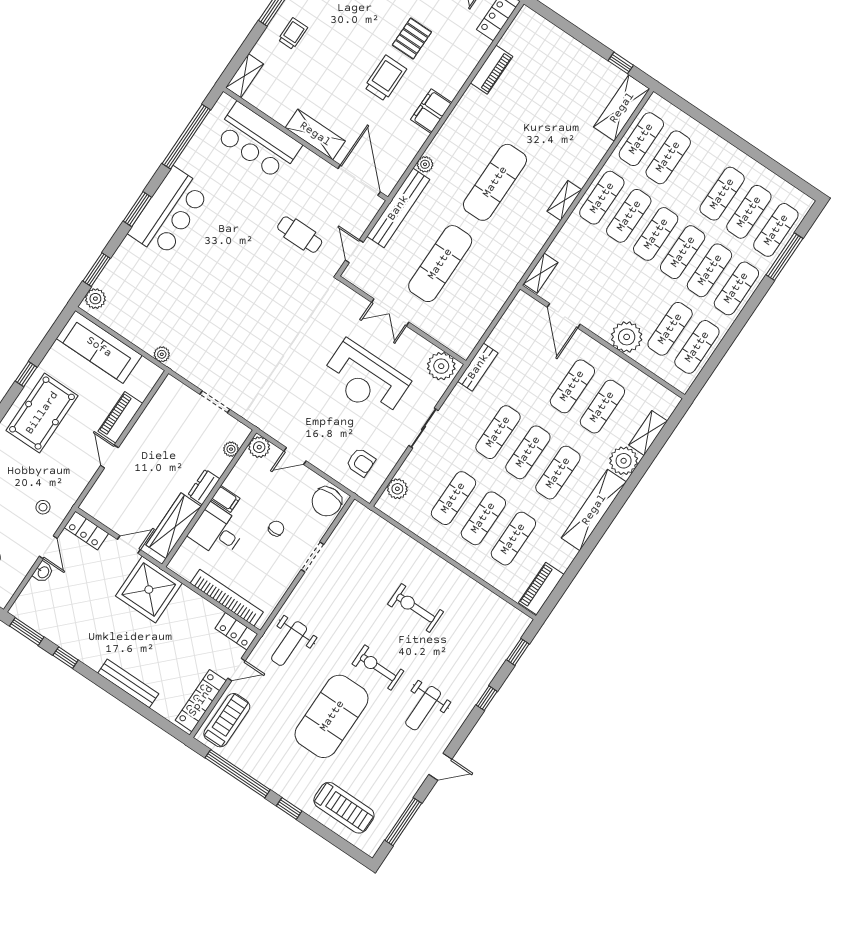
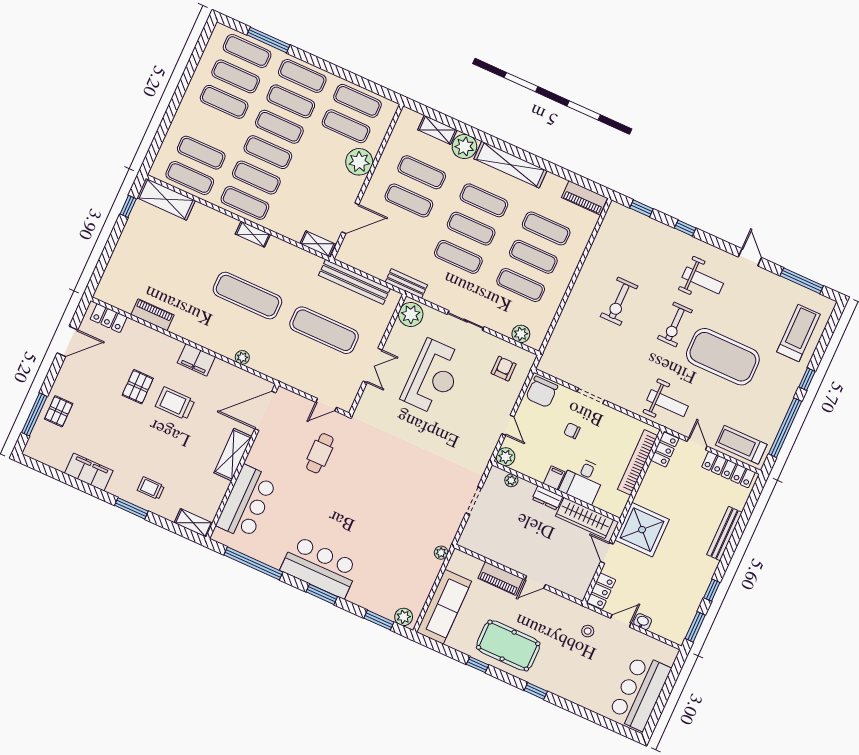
pallet: (412, 39) -> (138, 387), turned 90
bench: (398, 208) -> (354, 282), moved
chair: (327, 501) -> (542, 392), turned 90

